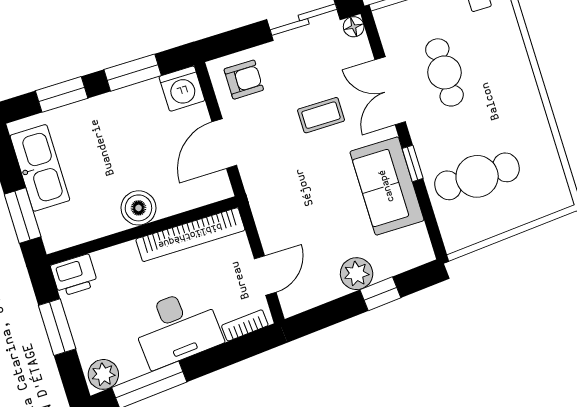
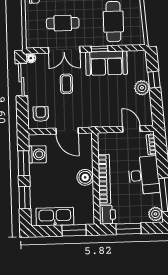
washing machine: (182, 89) -> (37, 154), moved
bookcase: (190, 235) -> (104, 179), moved

